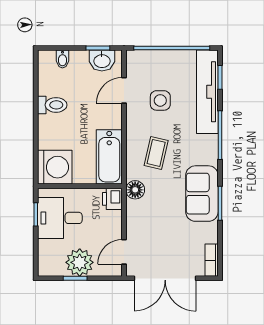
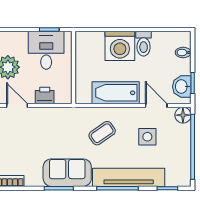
tv unit: (207, 92) -> (129, 177), moved
coffee table: (156, 153) -> (102, 133), turned -48
bathtub: (109, 157) -> (116, 93), moved
washing machine: (55, 167) -> (120, 46), moved
floor lamp: (135, 190) -> (183, 115), moved
printer: (112, 199) -> (45, 95), moved

